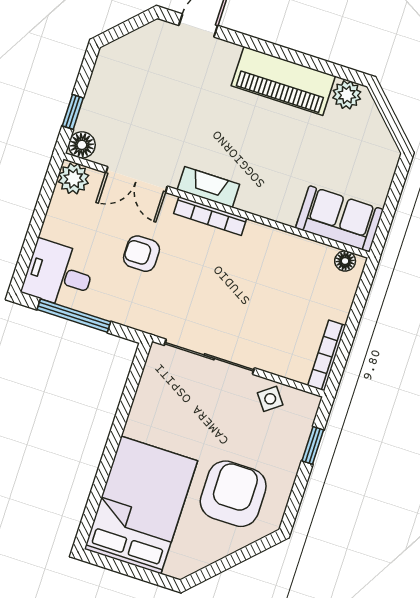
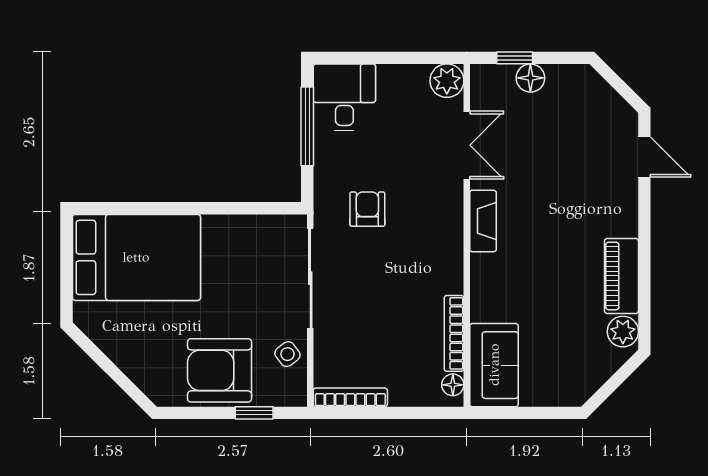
piano: (283, 81) -> (621, 276), width x0.73, depth x0.75
floor lamp: (82, 145) -> (530, 78), moved
double door: (137, 180) -> (467, 145), swing flipped
bookcase: (210, 216) -> (454, 333), moved
armchair: (141, 254) -> (367, 209), moved
armchair: (233, 494) -> (220, 370), moved, turned 180

